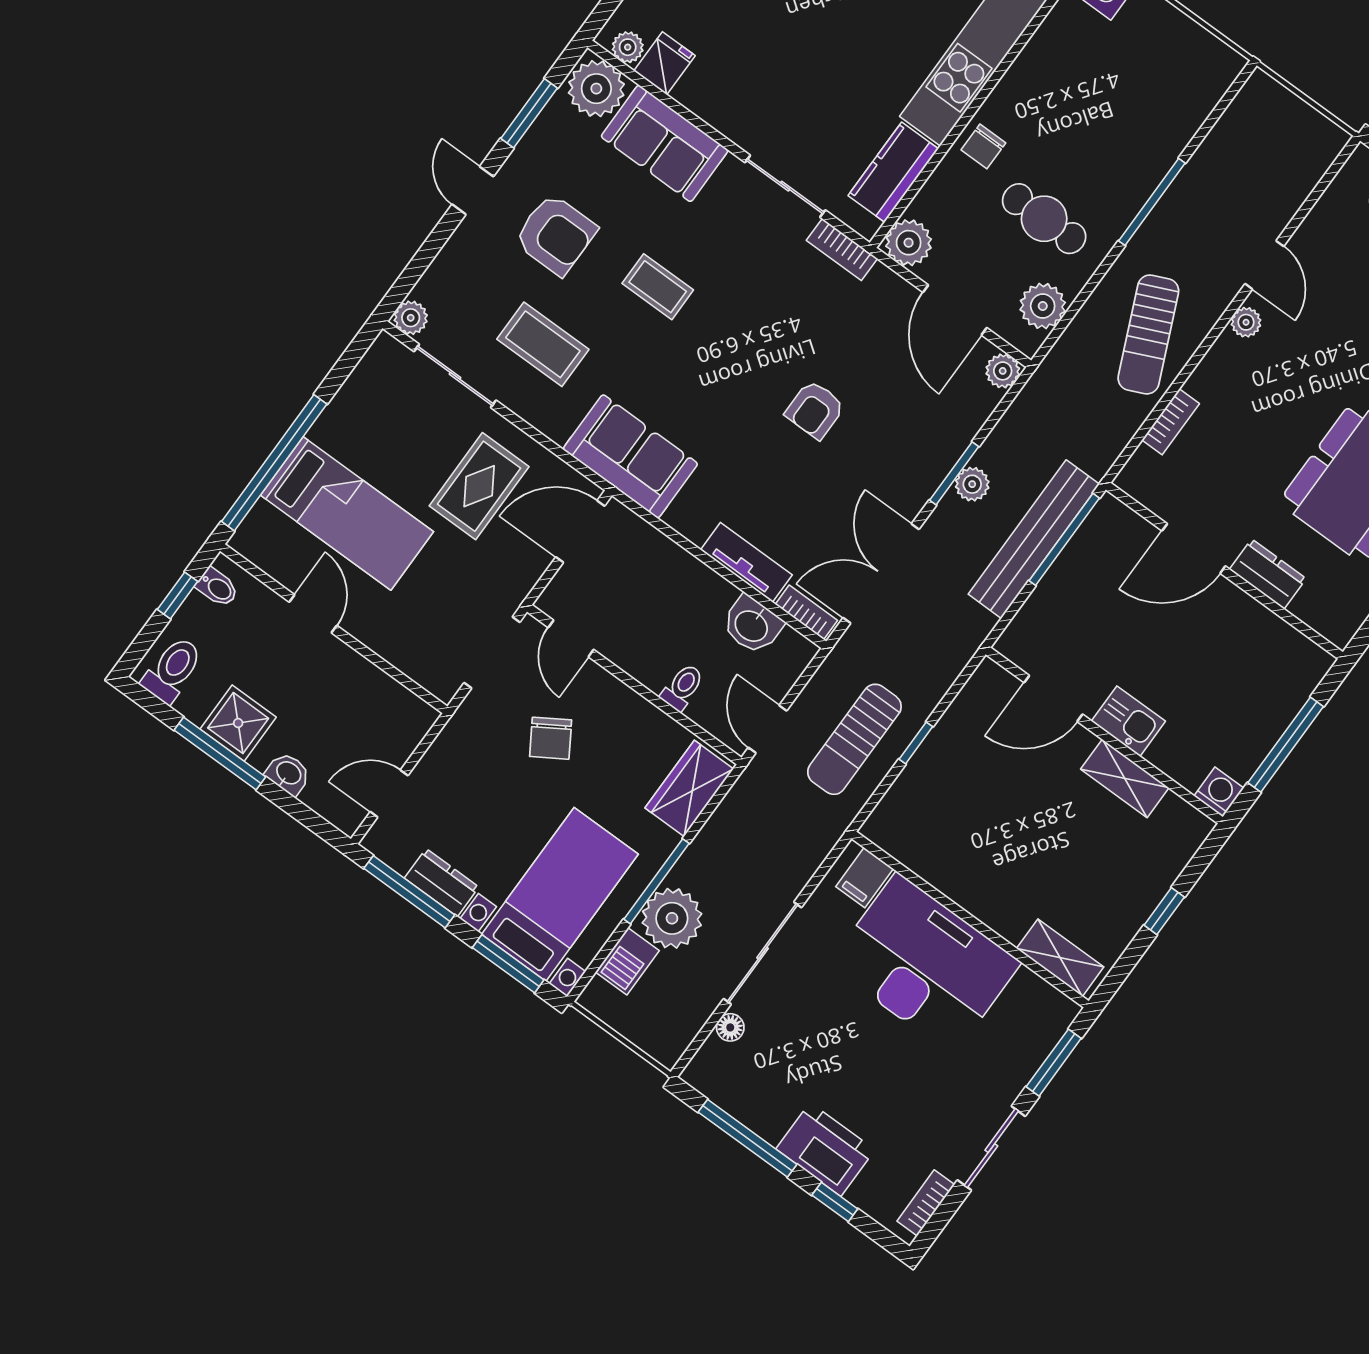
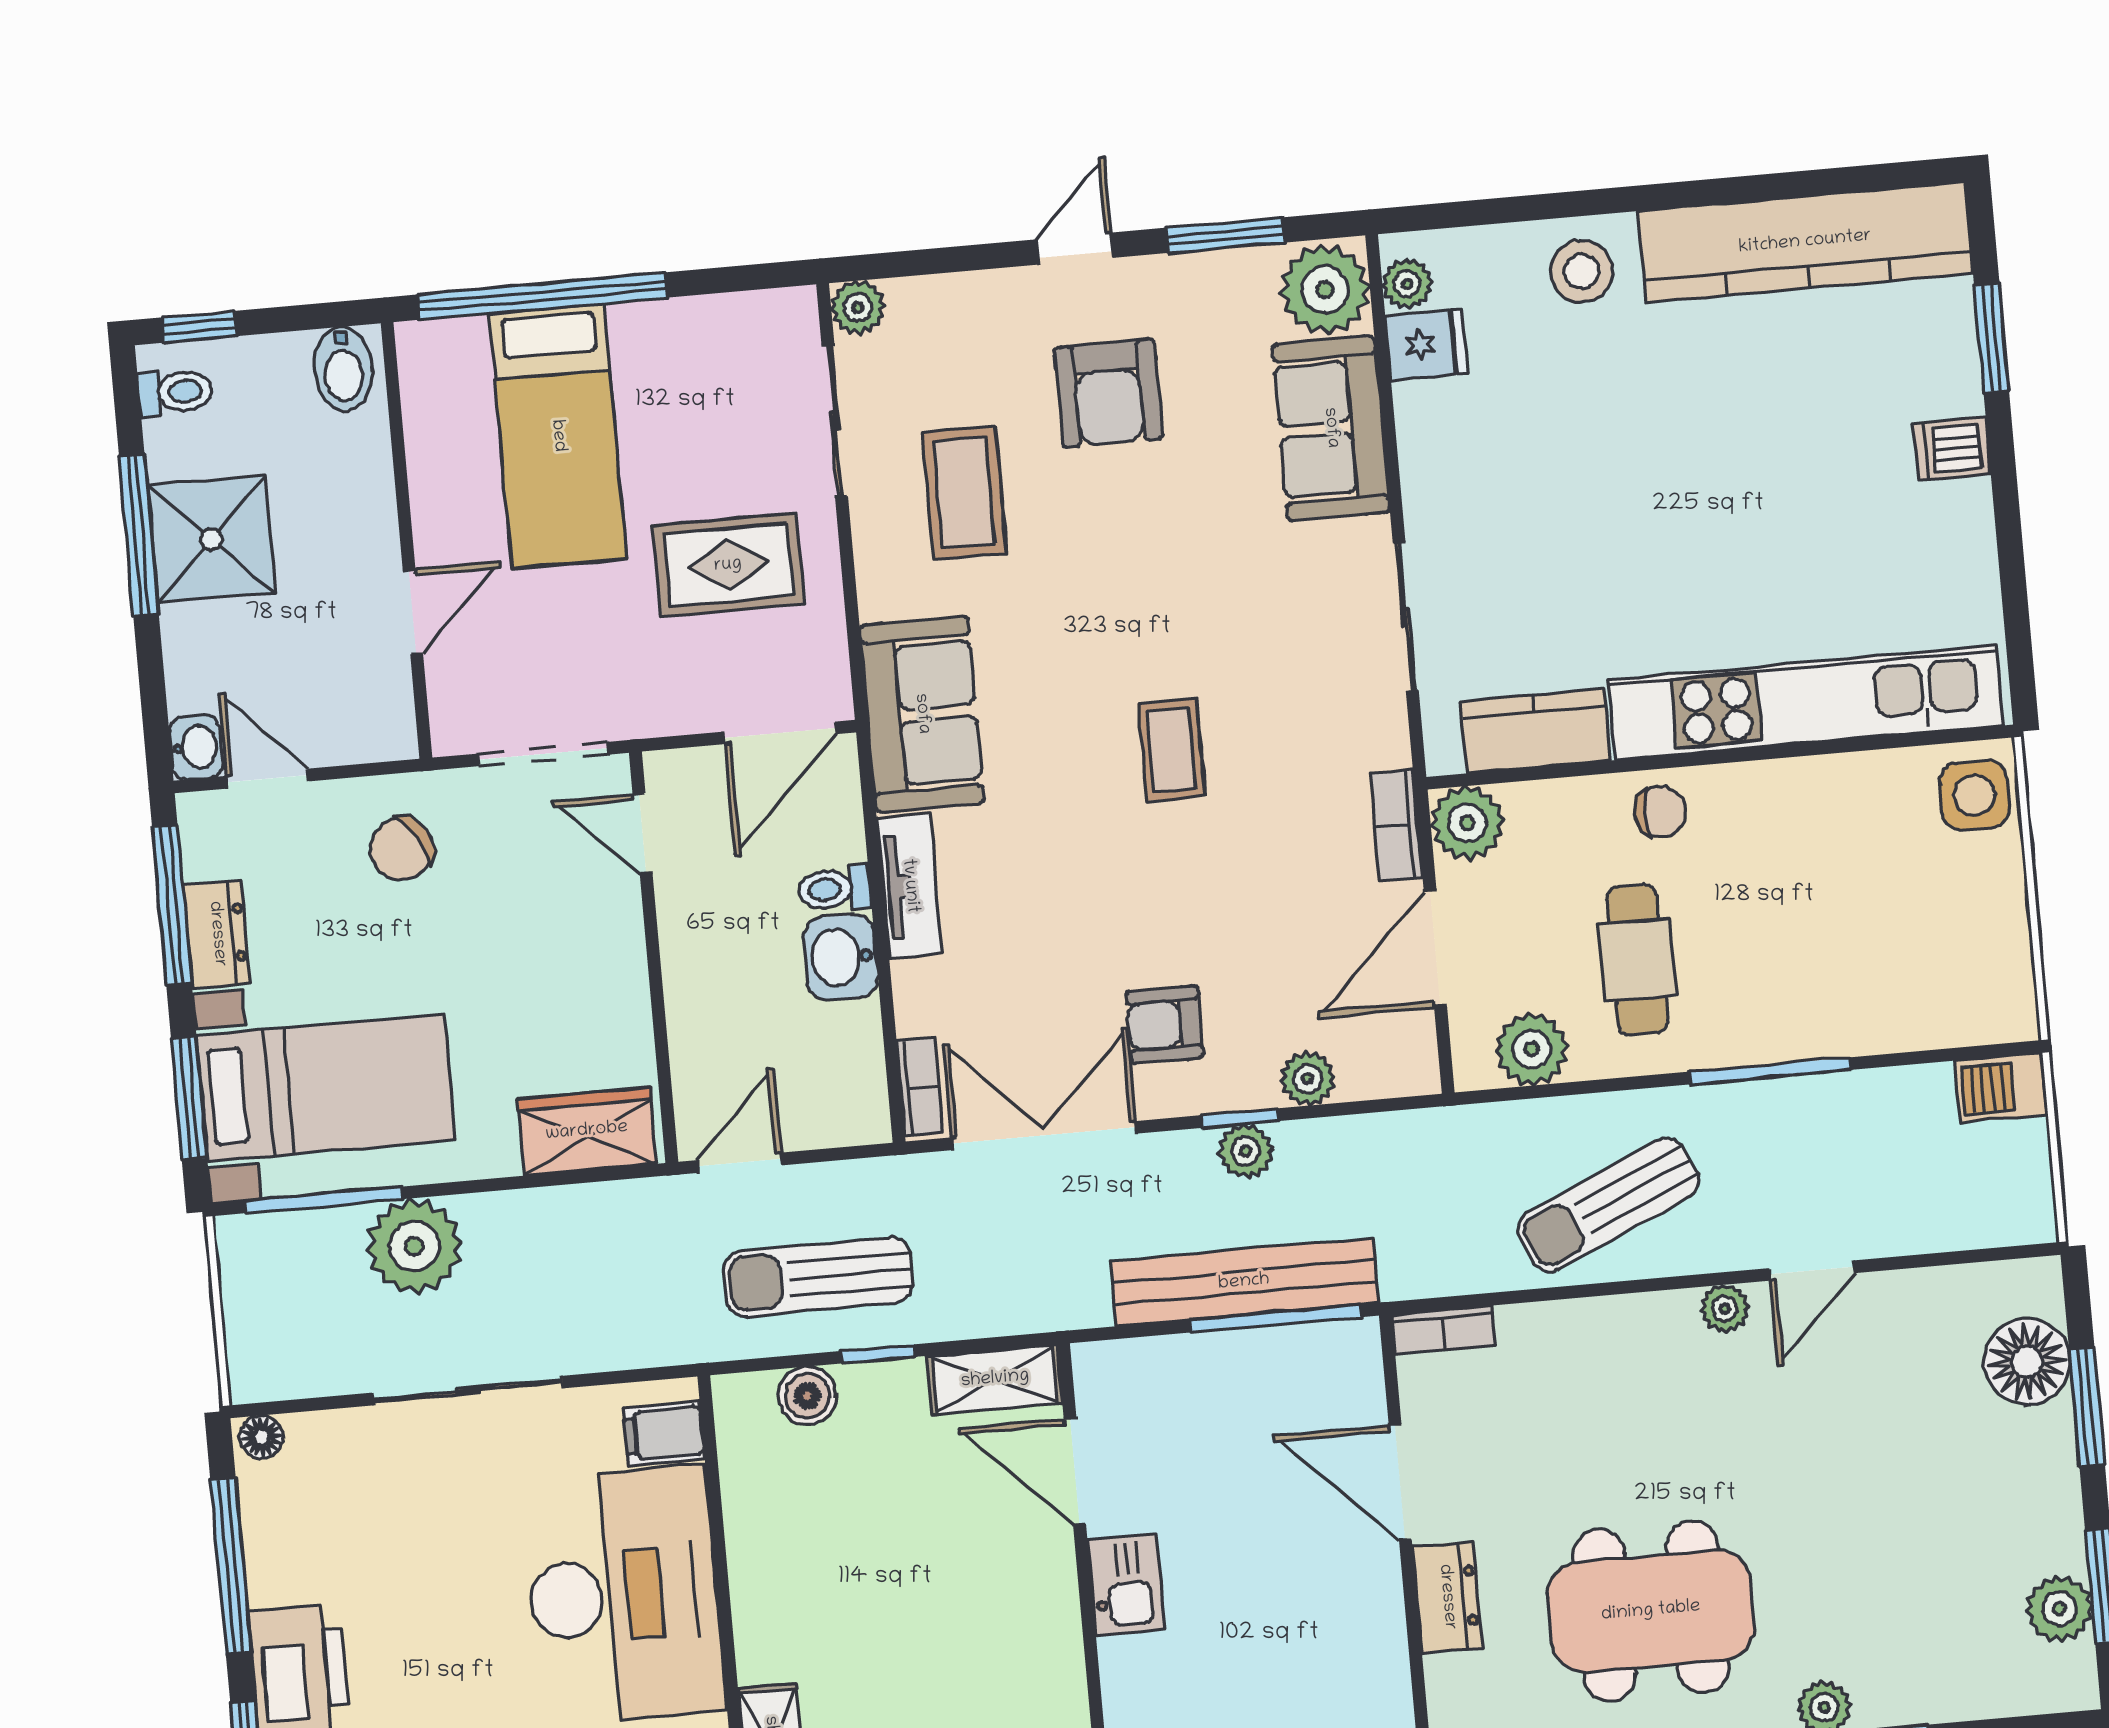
chair: (983, 146) -> (1660, 812), turned 180
bookcase: (842, 250) -> (1396, 825), moved
coffee table: (658, 287) -> (1171, 750), moved
plant: (1003, 371) -> (1308, 1079), moved
armchair: (815, 410) -> (1164, 1025), moved
bookcase: (1171, 422) -> (1444, 1330), moved
window: (954, 473) -> (1240, 1118), width x0.67
door: (580, 531) -> (780, 733), swing flipped
tv unit: (746, 562) -> (910, 886), moved
bidet: (217, 587) -> (343, 369), width x1.38, depth x1.36
window: (177, 595) -> (199, 327), moved
door: (313, 614) -> (413, 612), moved
washbasin: (752, 625) -> (841, 957), moved
door: (571, 638) -> (643, 833), hinge flipped
toilet: (172, 670) -> (175, 392), width x0.73, depth x0.72
toilet: (682, 687) -> (835, 889), moved, turned 180
shower: (238, 723) -> (211, 539), width x1.36, depth x1.36
chair: (551, 738) -> (402, 849), moved
washbasin: (288, 774) -> (196, 747), moved
shelving: (1125, 778) -> (995, 1379), moved, turned 90
boiler: (906, 794) -> (807, 1396), added
window: (657, 881) -> (324, 1200), moved
barbecue: (627, 961) -> (2001, 1088), moved
floor lamp: (730, 1027) -> (261, 1437), moved

